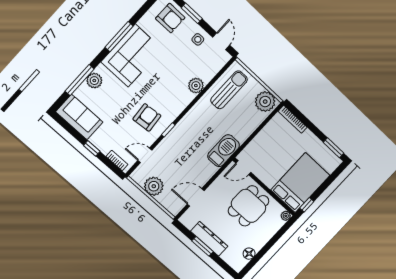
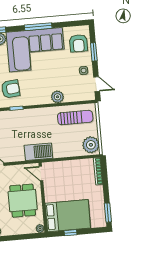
door: (221, 41) -> (97, 84), hinge flipped
corner sofa: (132, 56) -> (36, 50), width x1.36, depth x1.36
window: (307, 205) -> (70, 233), moved
dining table: (249, 206) -> (23, 201), turned 90

